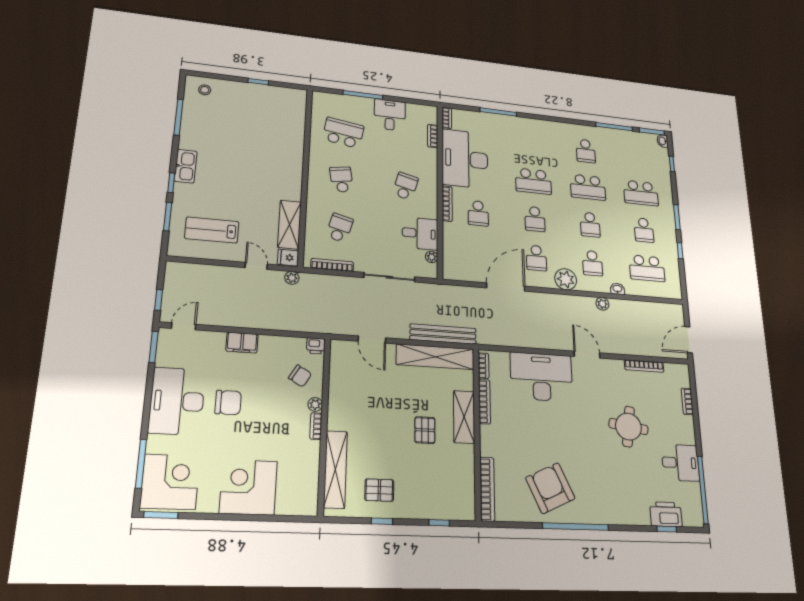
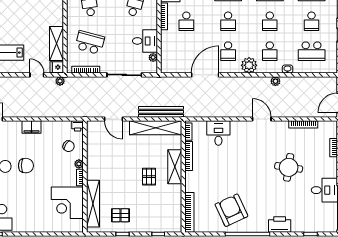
school desk: (340, 228) -> (90, 43), width x1.85
desk: (541, 377) -> (218, 133), width x0.53, depth x0.77
corner desk: (248, 487) -> (67, 203), moved, turned -90
printer: (666, 514) -> (280, 224), moved

